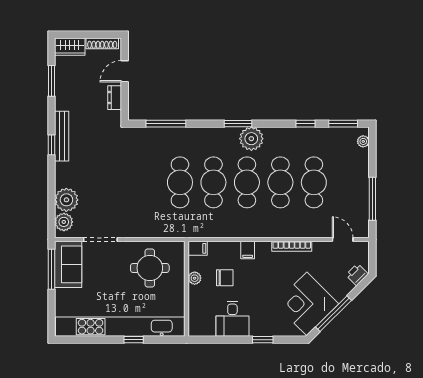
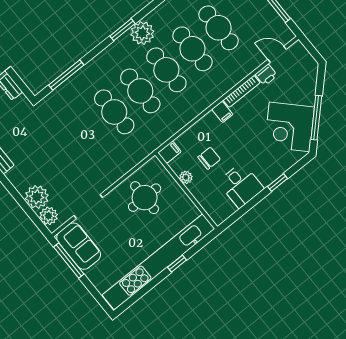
filing cabinet: (248, 250) -> (222, 112), moved
printer: (357, 275) -> (266, 75), moved, turned -135

